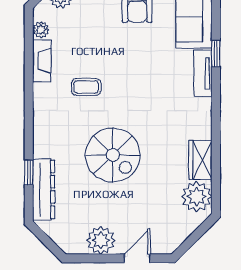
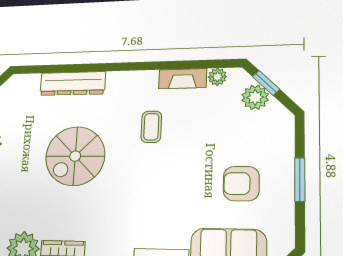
window: (29, 173) -> (63, 68), removed
dresser: (44, 189) -> (73, 83), moved

